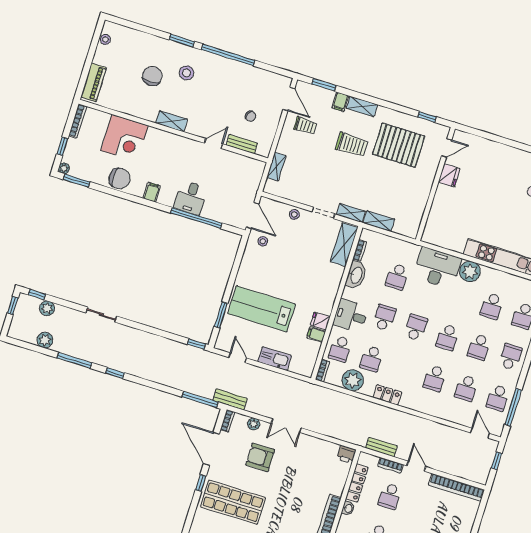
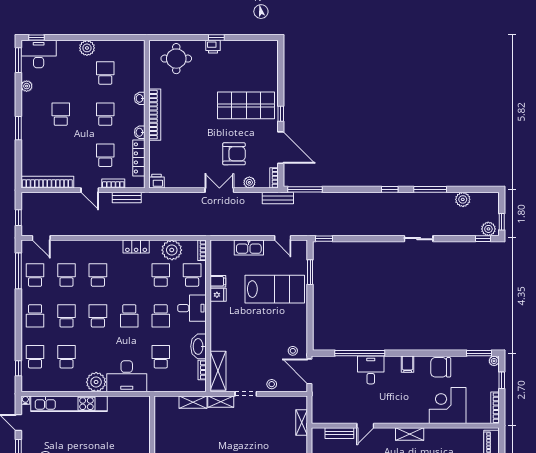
plant: (47, 308) -> (488, 229), moved

